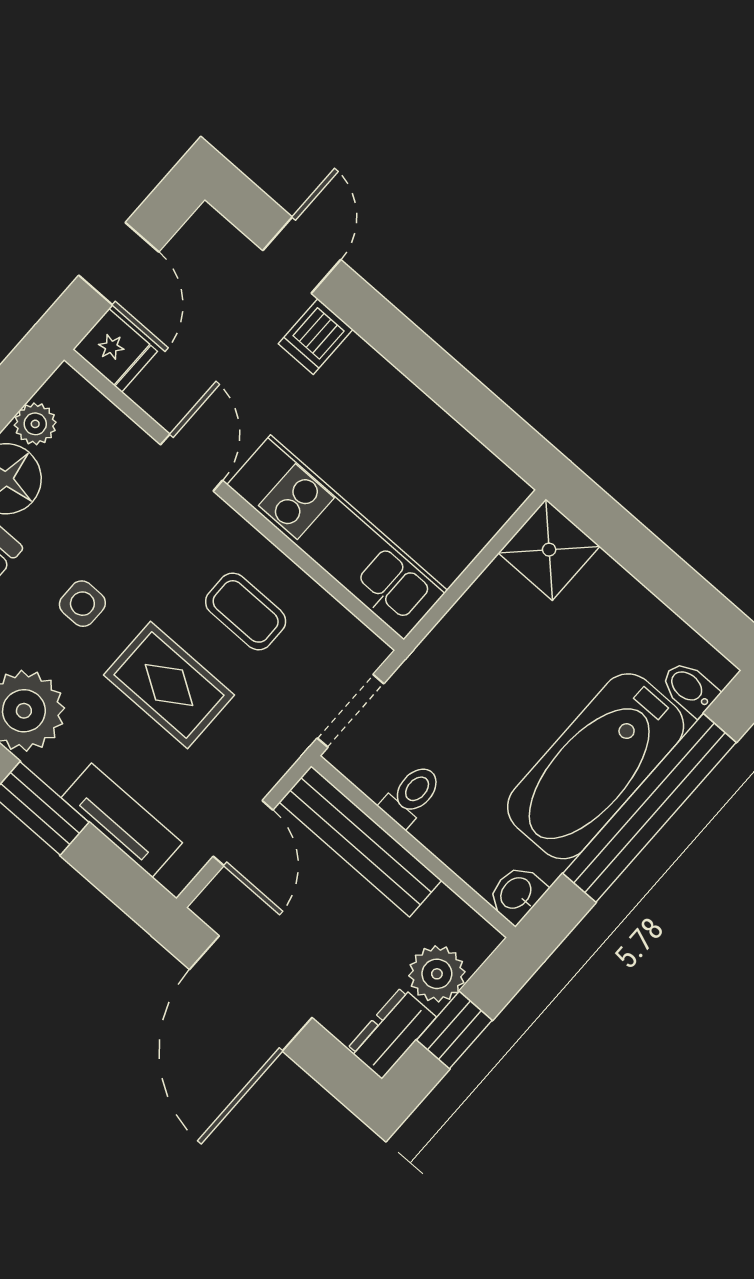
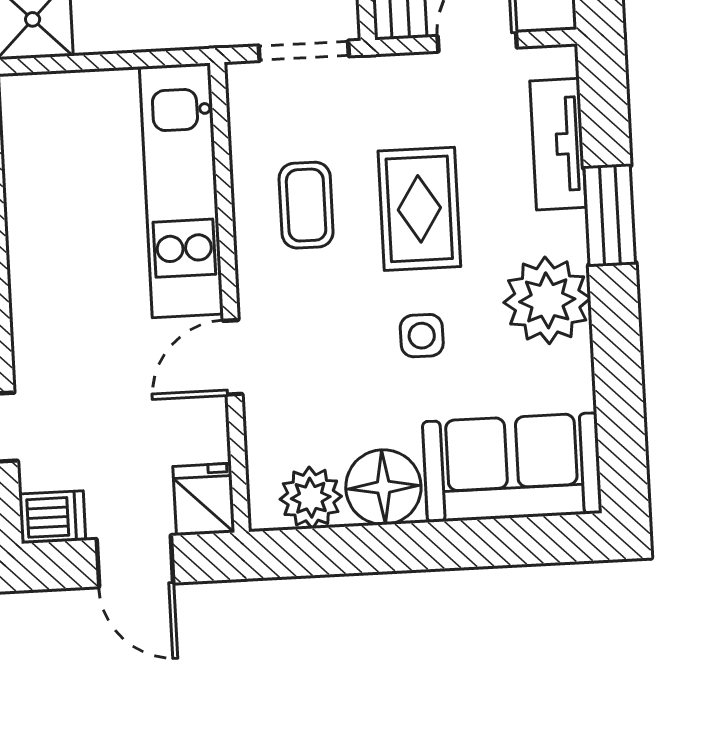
door: (119, 264) -> (135, 561), swing flipped
dishwasher: (316, 336) -> (52, 517), moved
plant: (35, 424) -> (311, 498), width x1.38, depth x1.38

